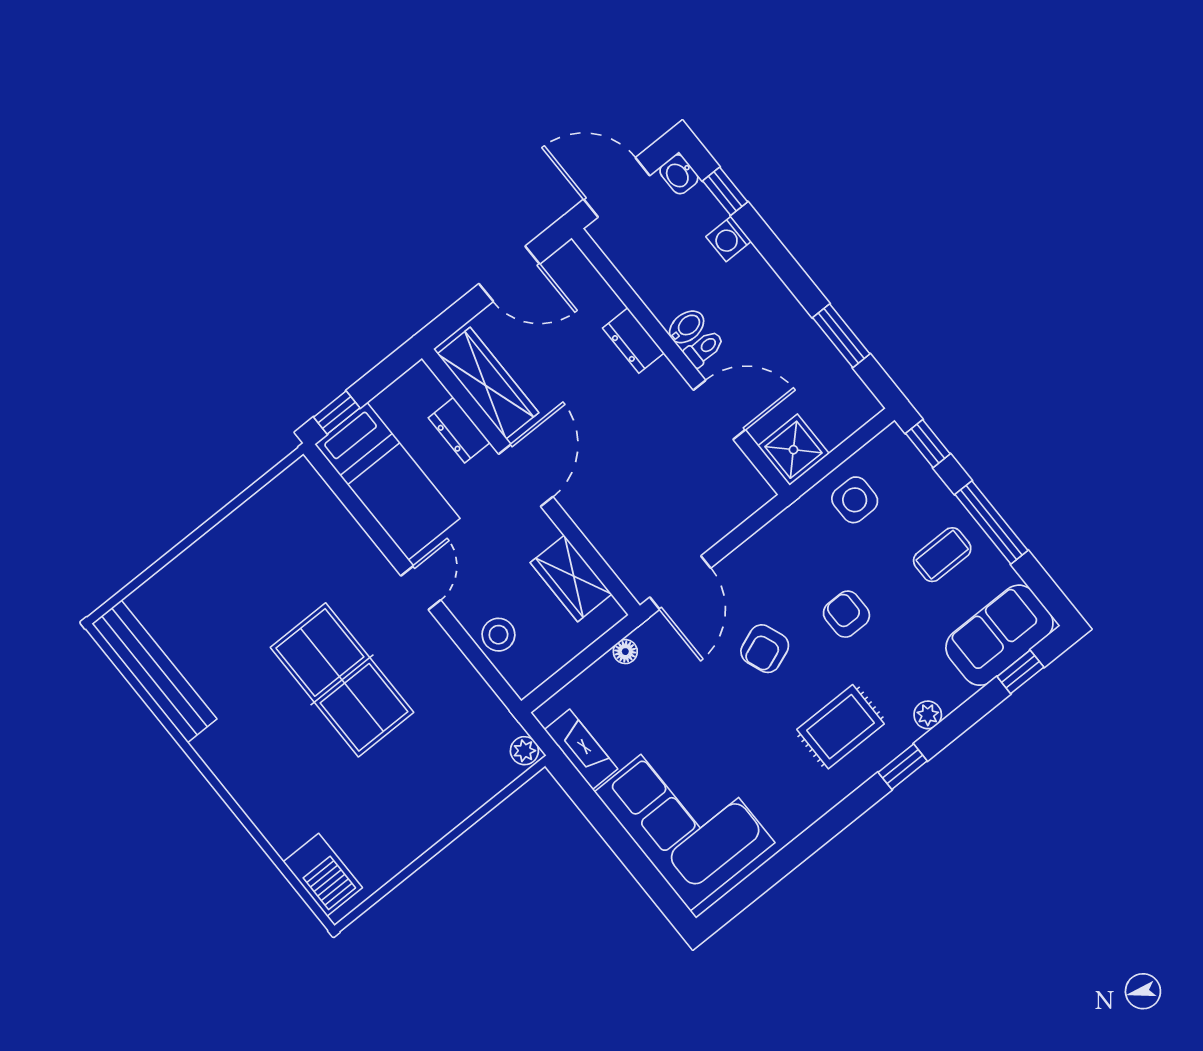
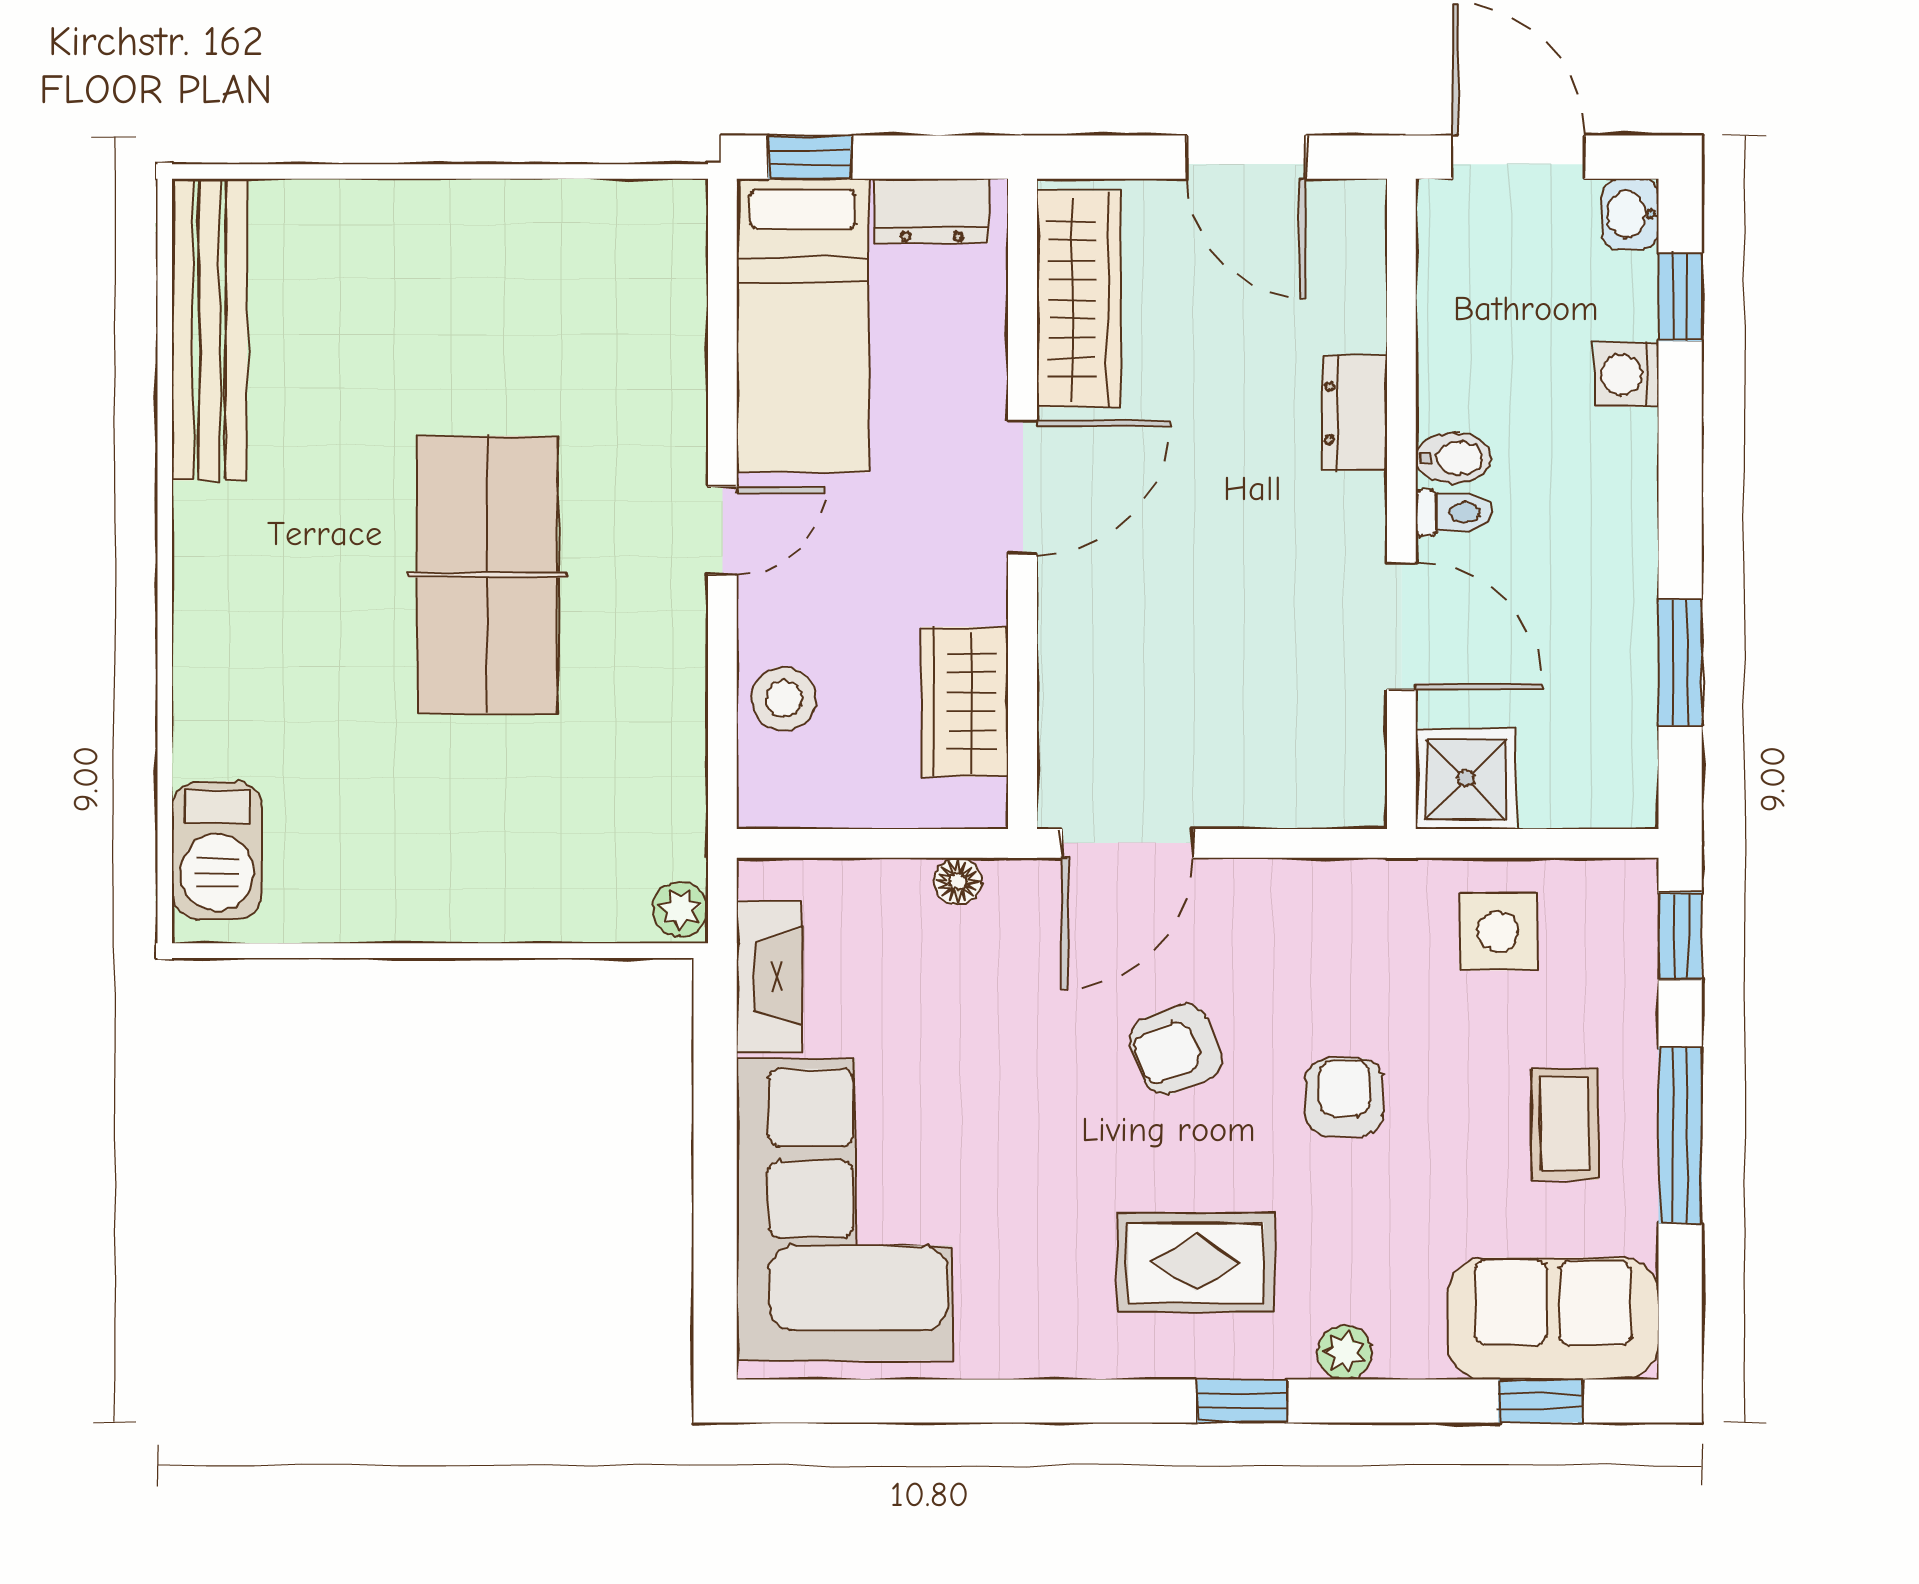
dresser: (459, 430) -> (932, 211), moved, turned -90
coffee table: (942, 555) -> (1565, 1124), turned 90

